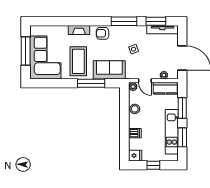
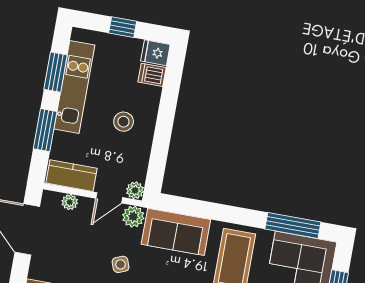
plant: (132, 74) -> (133, 217), added
door: (145, 81) -> (109, 198), swing flipped
window: (91, 83) -> (293, 226), moved
stool: (135, 109) -> (124, 122), moved
dishwasher: (135, 133) -> (152, 75), moved

